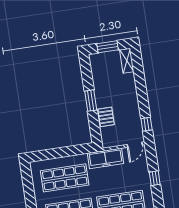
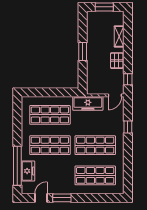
shelving: (127, 61) -> (119, 36), moved
pallet: (106, 117) -> (117, 61), moved

